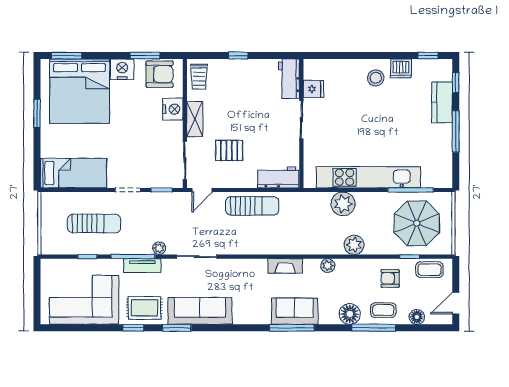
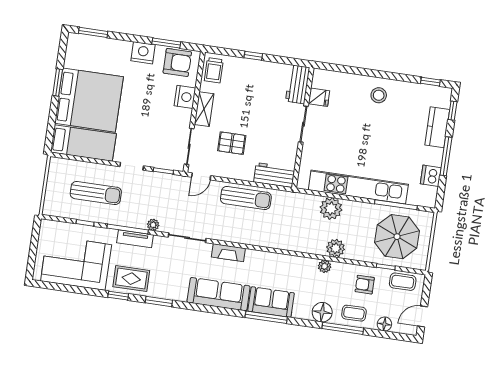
dishwasher: (401, 68) -> (431, 176), moved, turned 90
bed: (79, 91) -> (89, 100), moved, turned -90
plant: (328, 265) -> (325, 266), moved
fireplace: (285, 266) -> (228, 253), moved
sofa: (200, 311) -> (219, 294), moved

